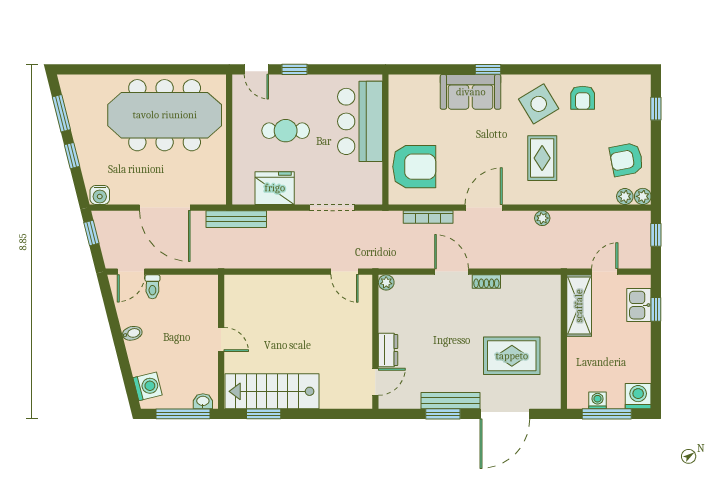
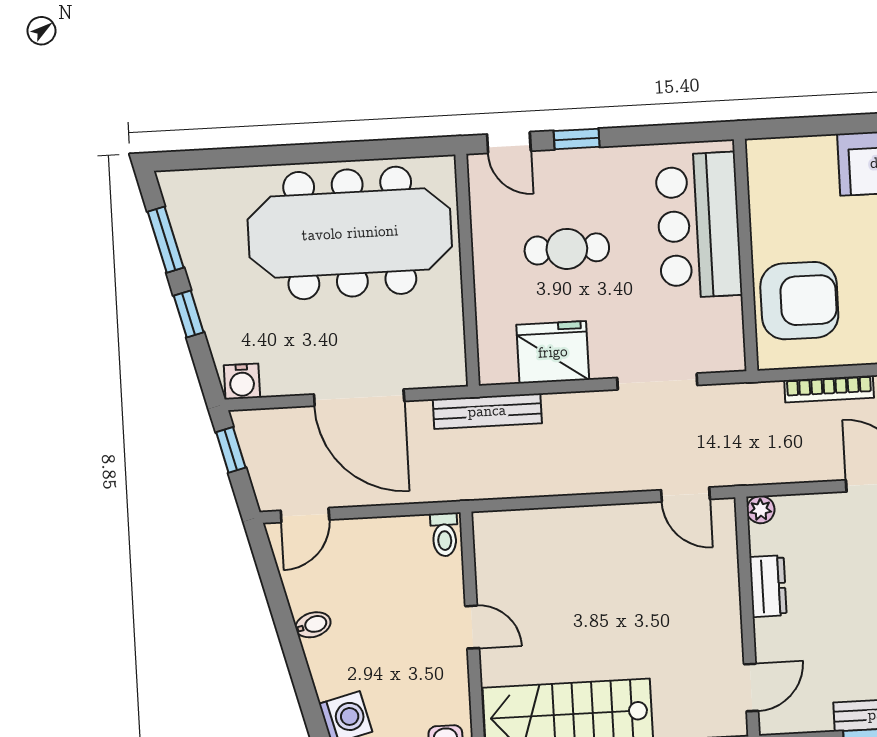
toilet: (152, 287) -> (444, 535), moved
dresser: (388, 350) -> (768, 586), moved

